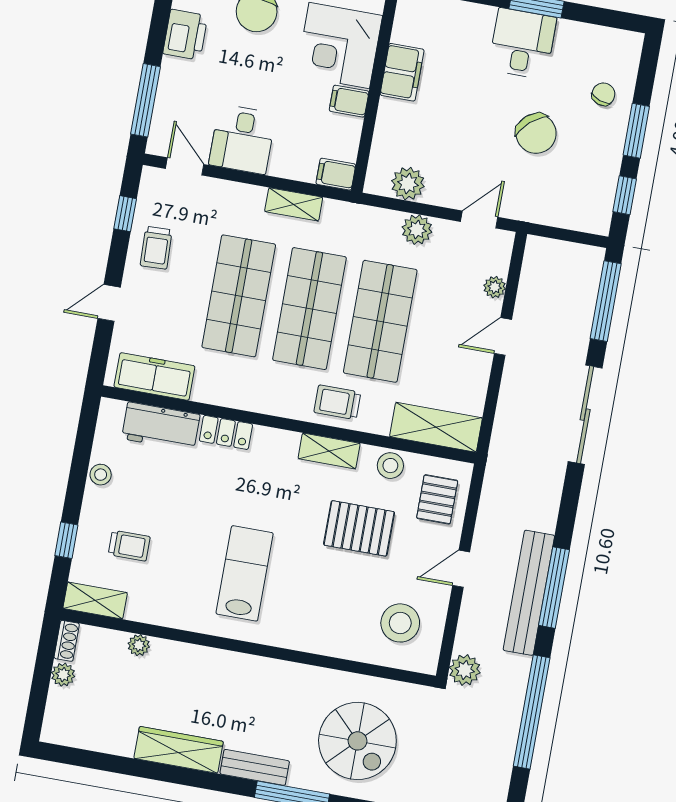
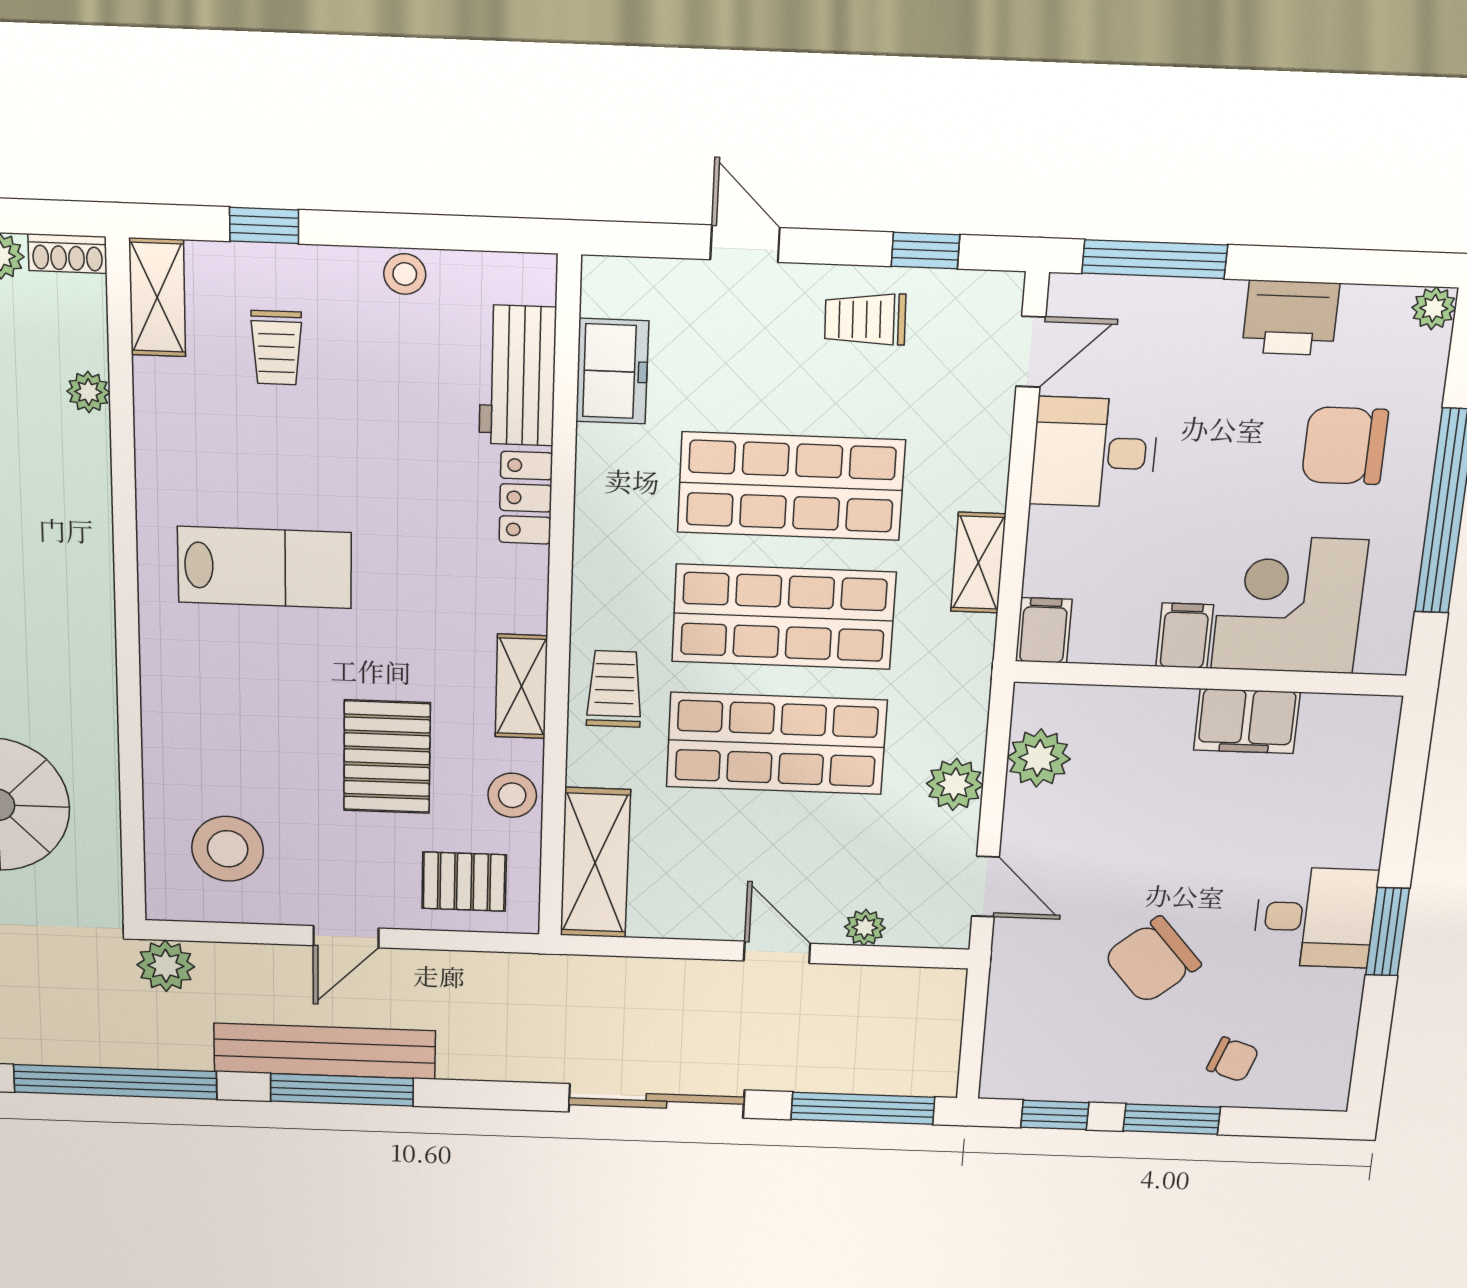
freezer: (154, 377) -> (612, 371), width x0.71
door: (461, 569) -> (346, 937), swing flipped

